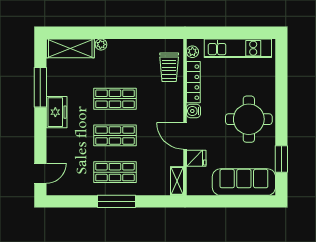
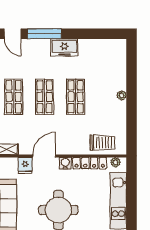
plant: (101, 44) -> (122, 95), moved
shelving: (70, 48) -> (118, 59), removed
trolley: (169, 67) -> (102, 143), turned 180
window: (40, 87) -> (44, 34), moved

